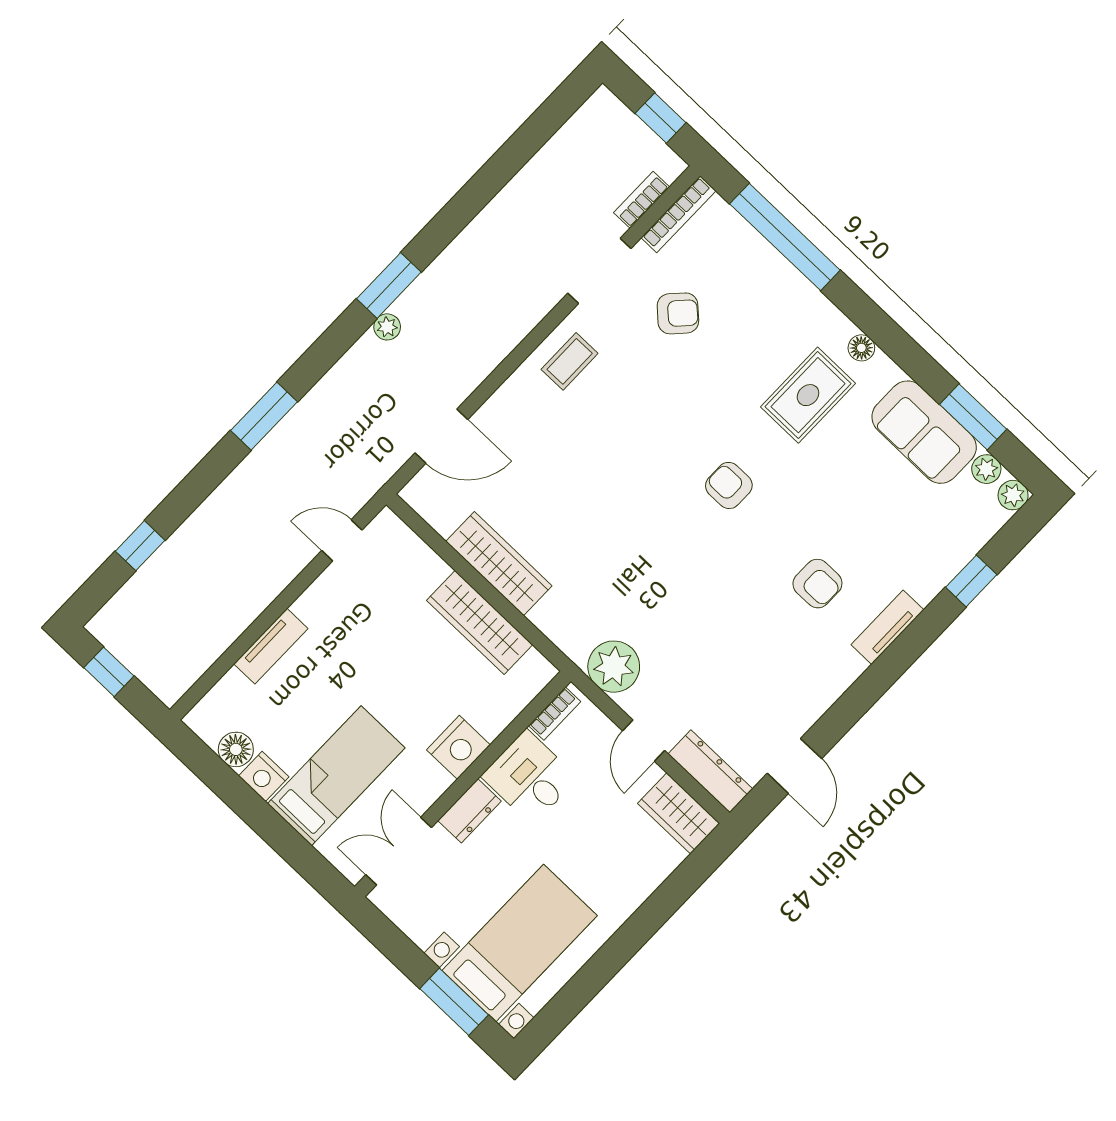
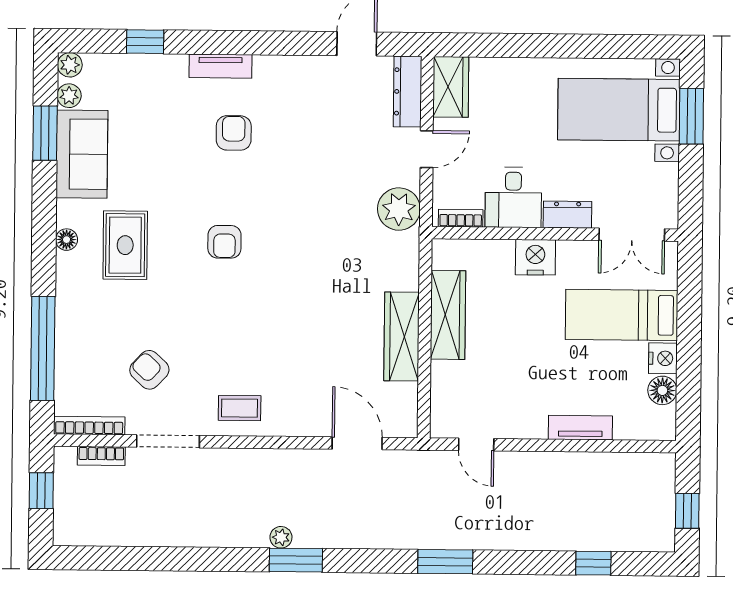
plant: (387, 327) -> (281, 537), moved
rug: (808, 395) -> (125, 245), turned 90

